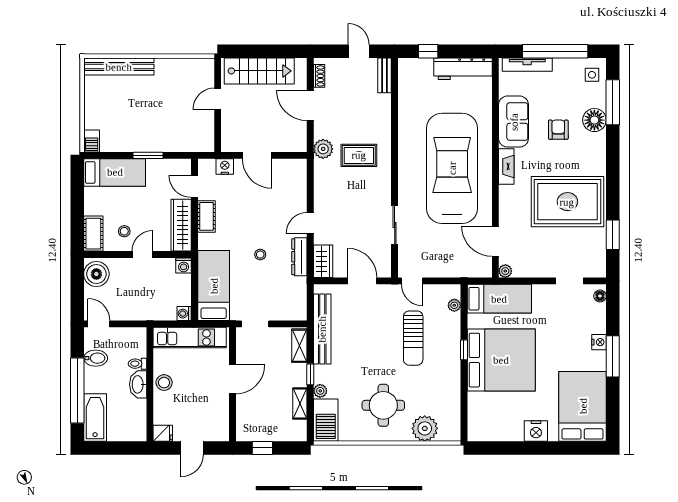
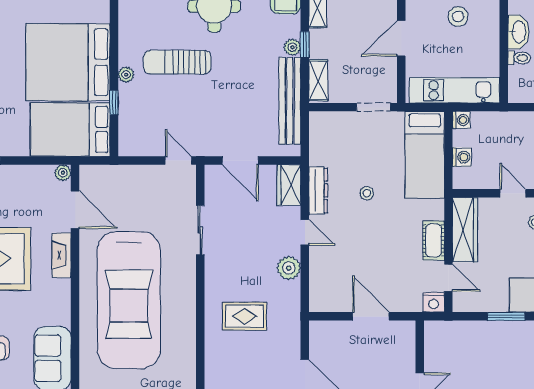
plant: (323, 149) -> (289, 268), moved
fireplace: (506, 166) -> (61, 255), moved
nightstand: (225, 167) -> (434, 302), moved
door: (310, 223) -> (305, 232), hinge flipped
door: (142, 254) -> (513, 193), swing flipped
washing machine: (184, 265) -> (462, 157), moved, turned 90
bed: (499, 299) -> (70, 129), width x1.50
plant: (454, 305) -> (126, 75), moved
sun lounger: (413, 338) -> (177, 62), moved, turned -90
window: (464, 350) -> (114, 102), moved
stool: (164, 383) -> (458, 16), moved
plant: (320, 391) -> (292, 47), moved

